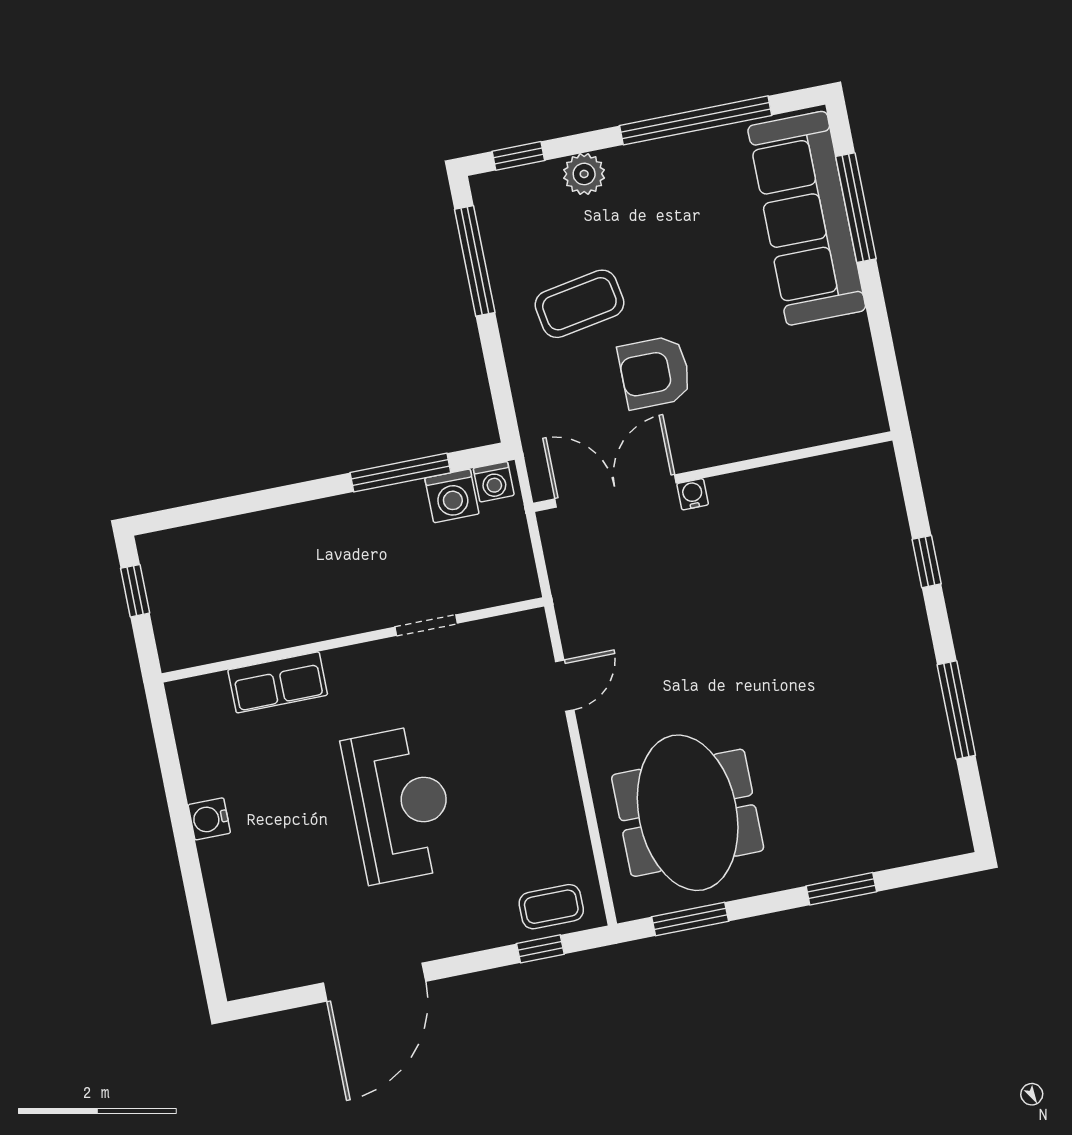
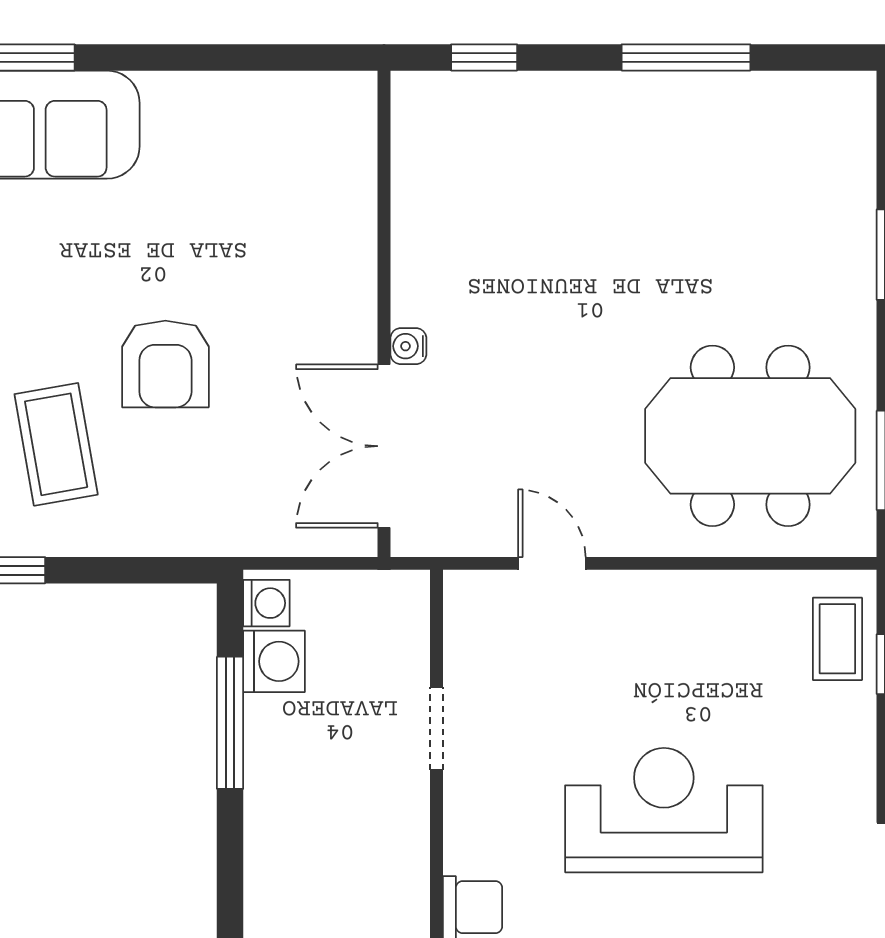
wall: (713, 472) -> (384, 314), moved
double door: (616, 491) -> (384, 446), moved
water cooler: (693, 494) -> (408, 346), moved

